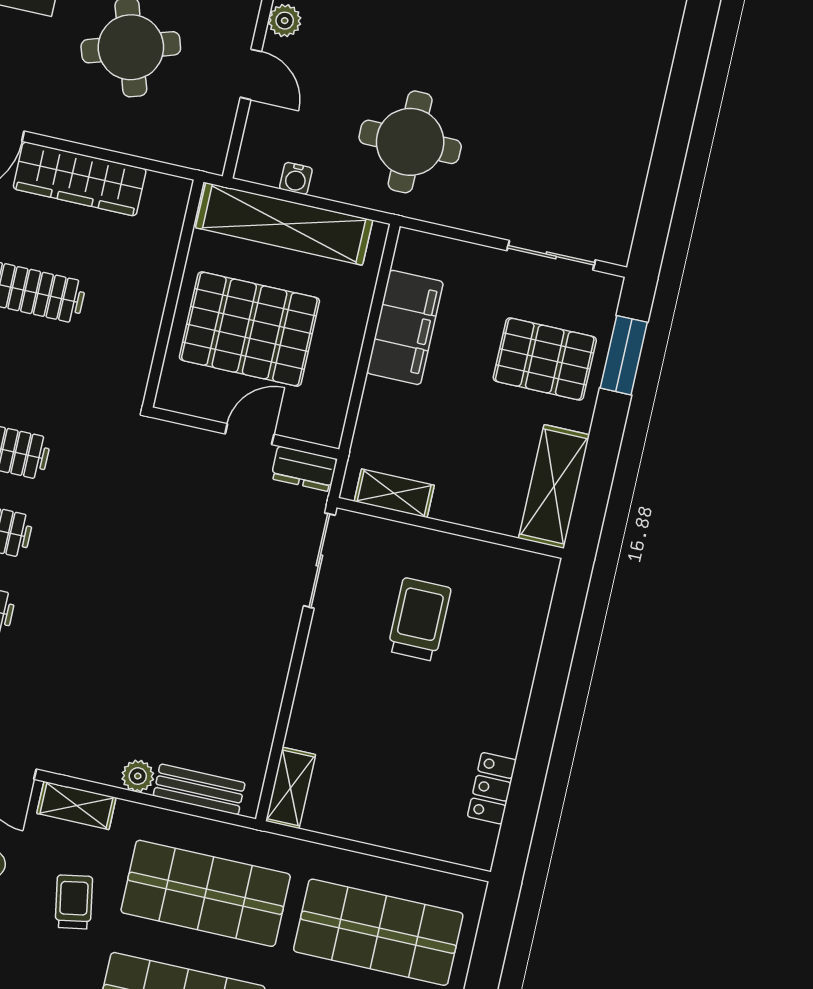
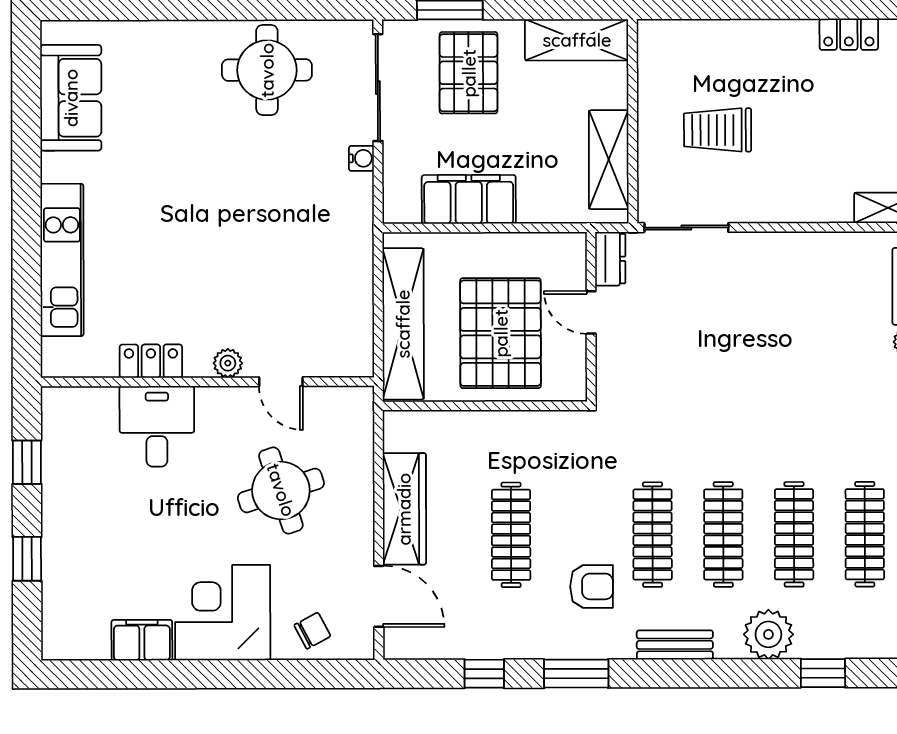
door: (251, 74) -> (281, 382), swing flipped
round table: (410, 142) -> (267, 70), moved
water cooler: (296, 178) -> (361, 158), moved
sliding door: (551, 255) -> (378, 88), width x1.37
shelving: (394, 493) -> (609, 160), width x1.50, depth x1.33

